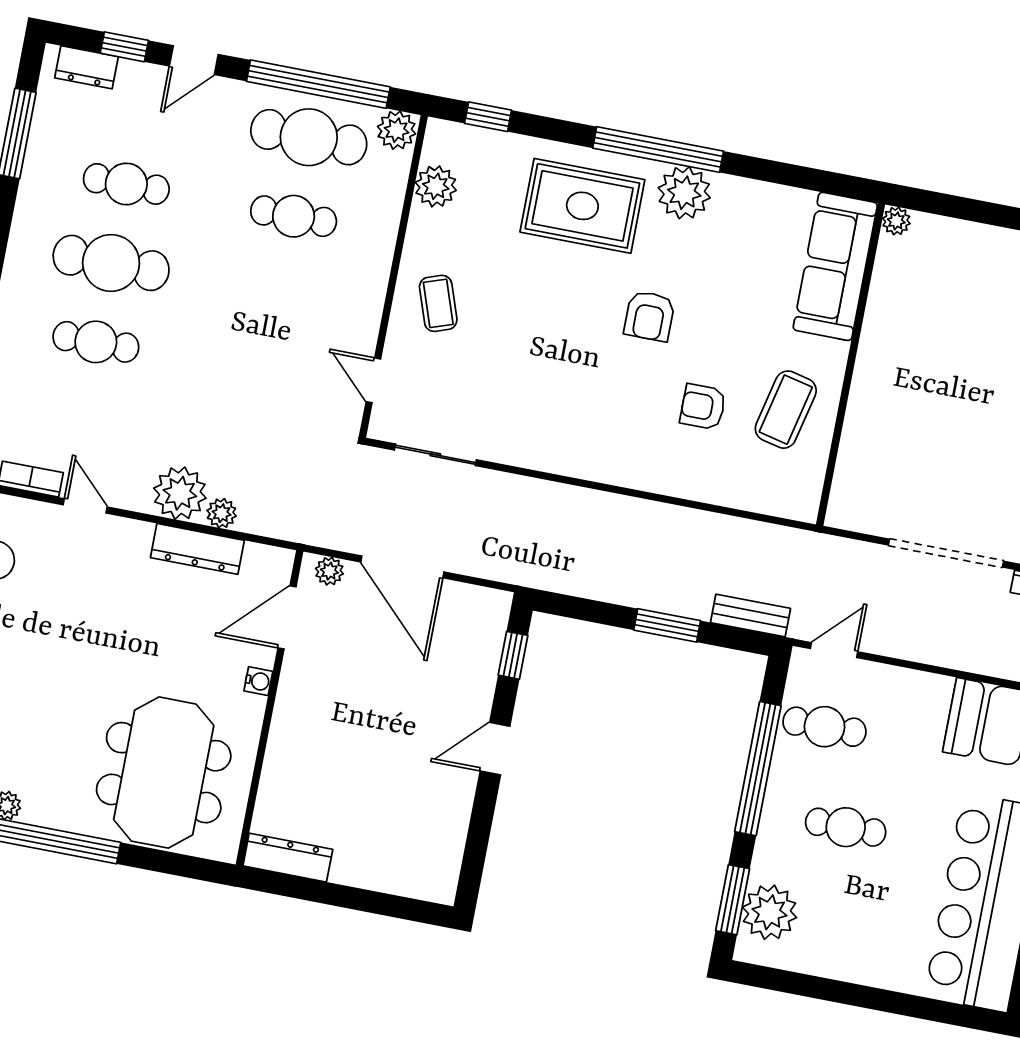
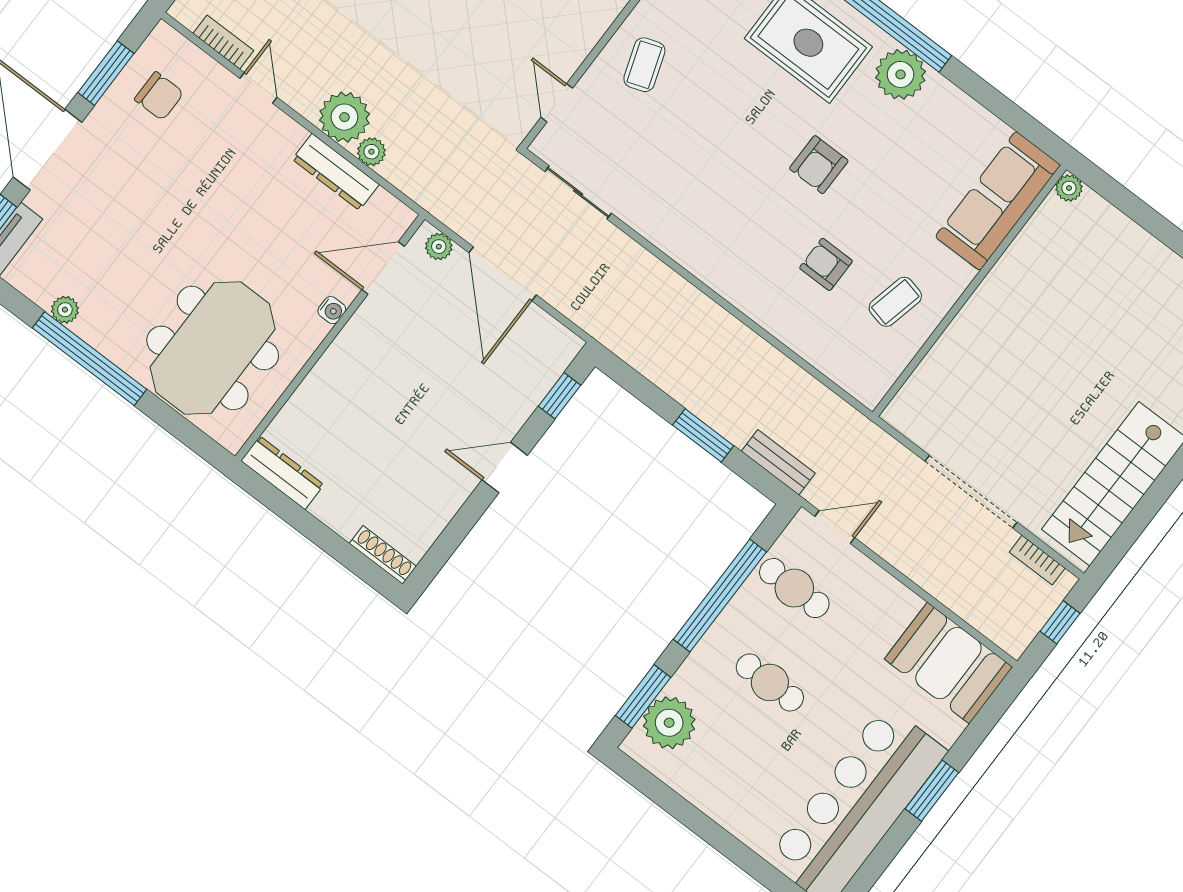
coffee table: (786, 410) -> (895, 302), width x0.73, depth x0.77
shoe rack: (421, 888) -> (383, 555), added

